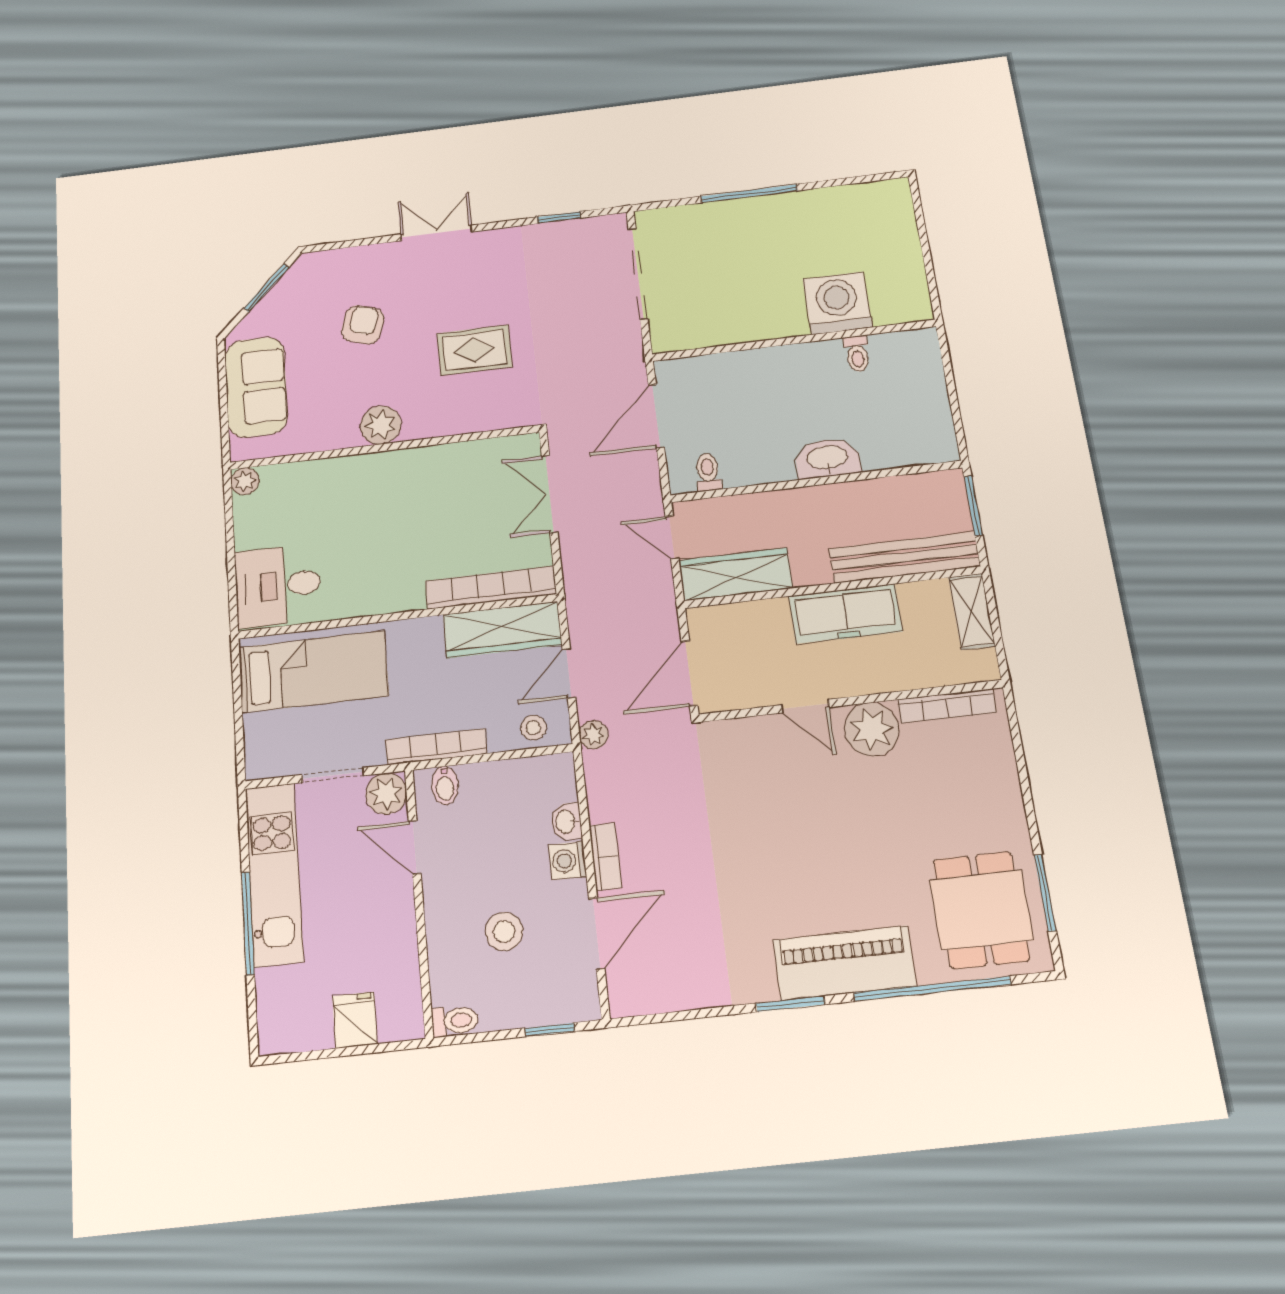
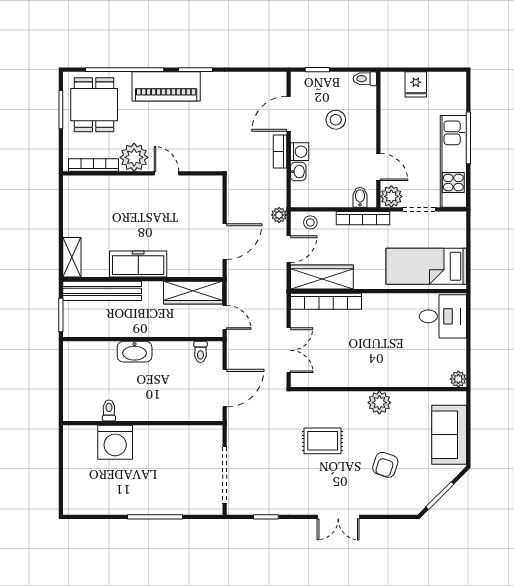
wall: (850, 701) -> (143, 173), moved
door: (805, 706) -> (167, 173), moved
bookcase: (947, 706) -> (94, 165), moved
plant: (872, 729) -> (134, 157), moved

